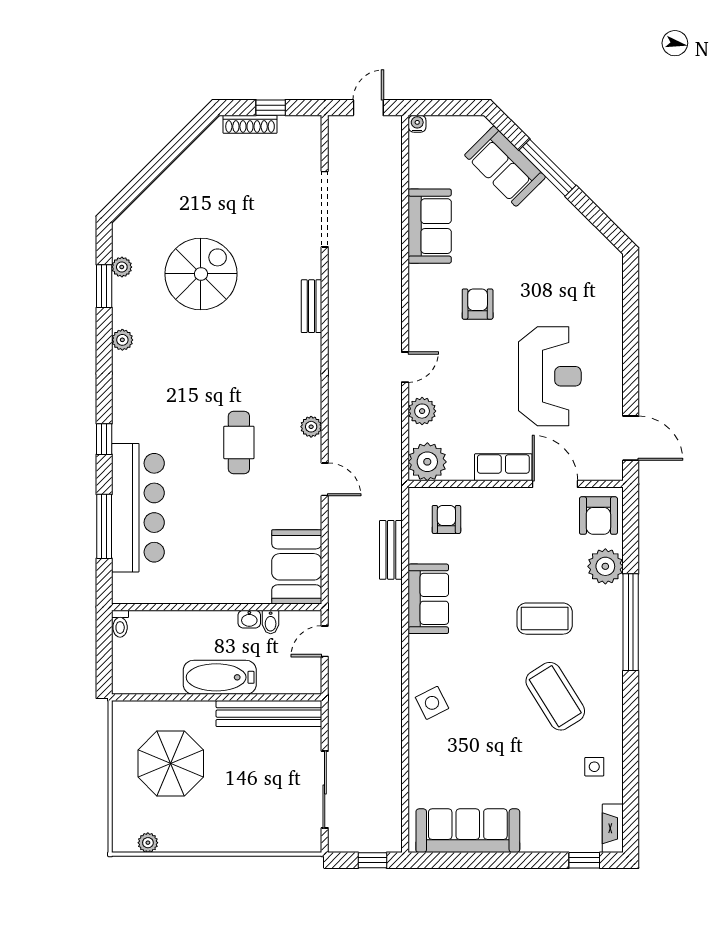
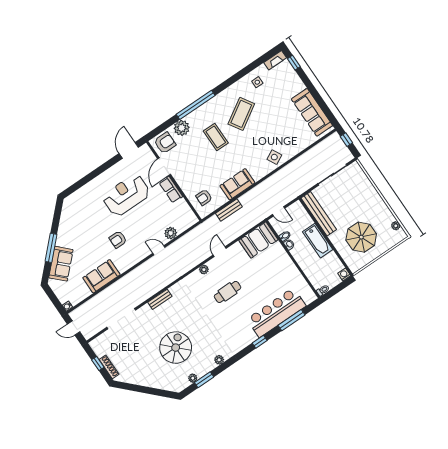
spiral stairs: (201, 274) -> (176, 348), turned 90
plant: (427, 462) -> (188, 219), removed
washing machine: (123, 684) -> (344, 274), added

